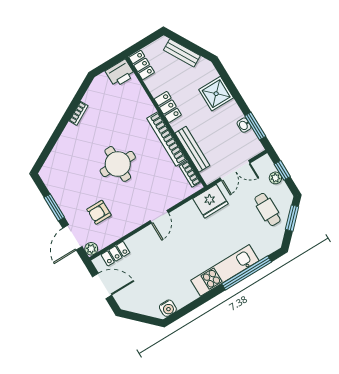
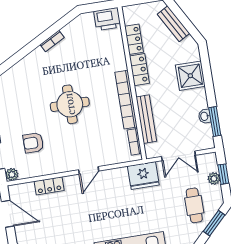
locker: (142, 65) -> (134, 39), moved
locker: (115, 254) -> (49, 186), moved

